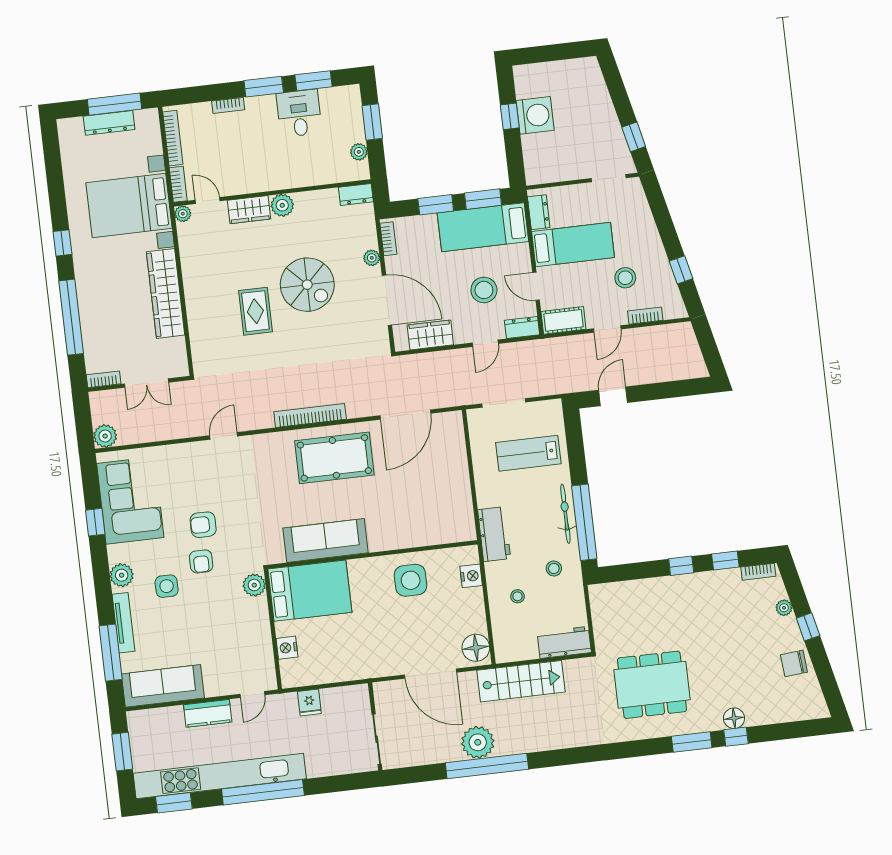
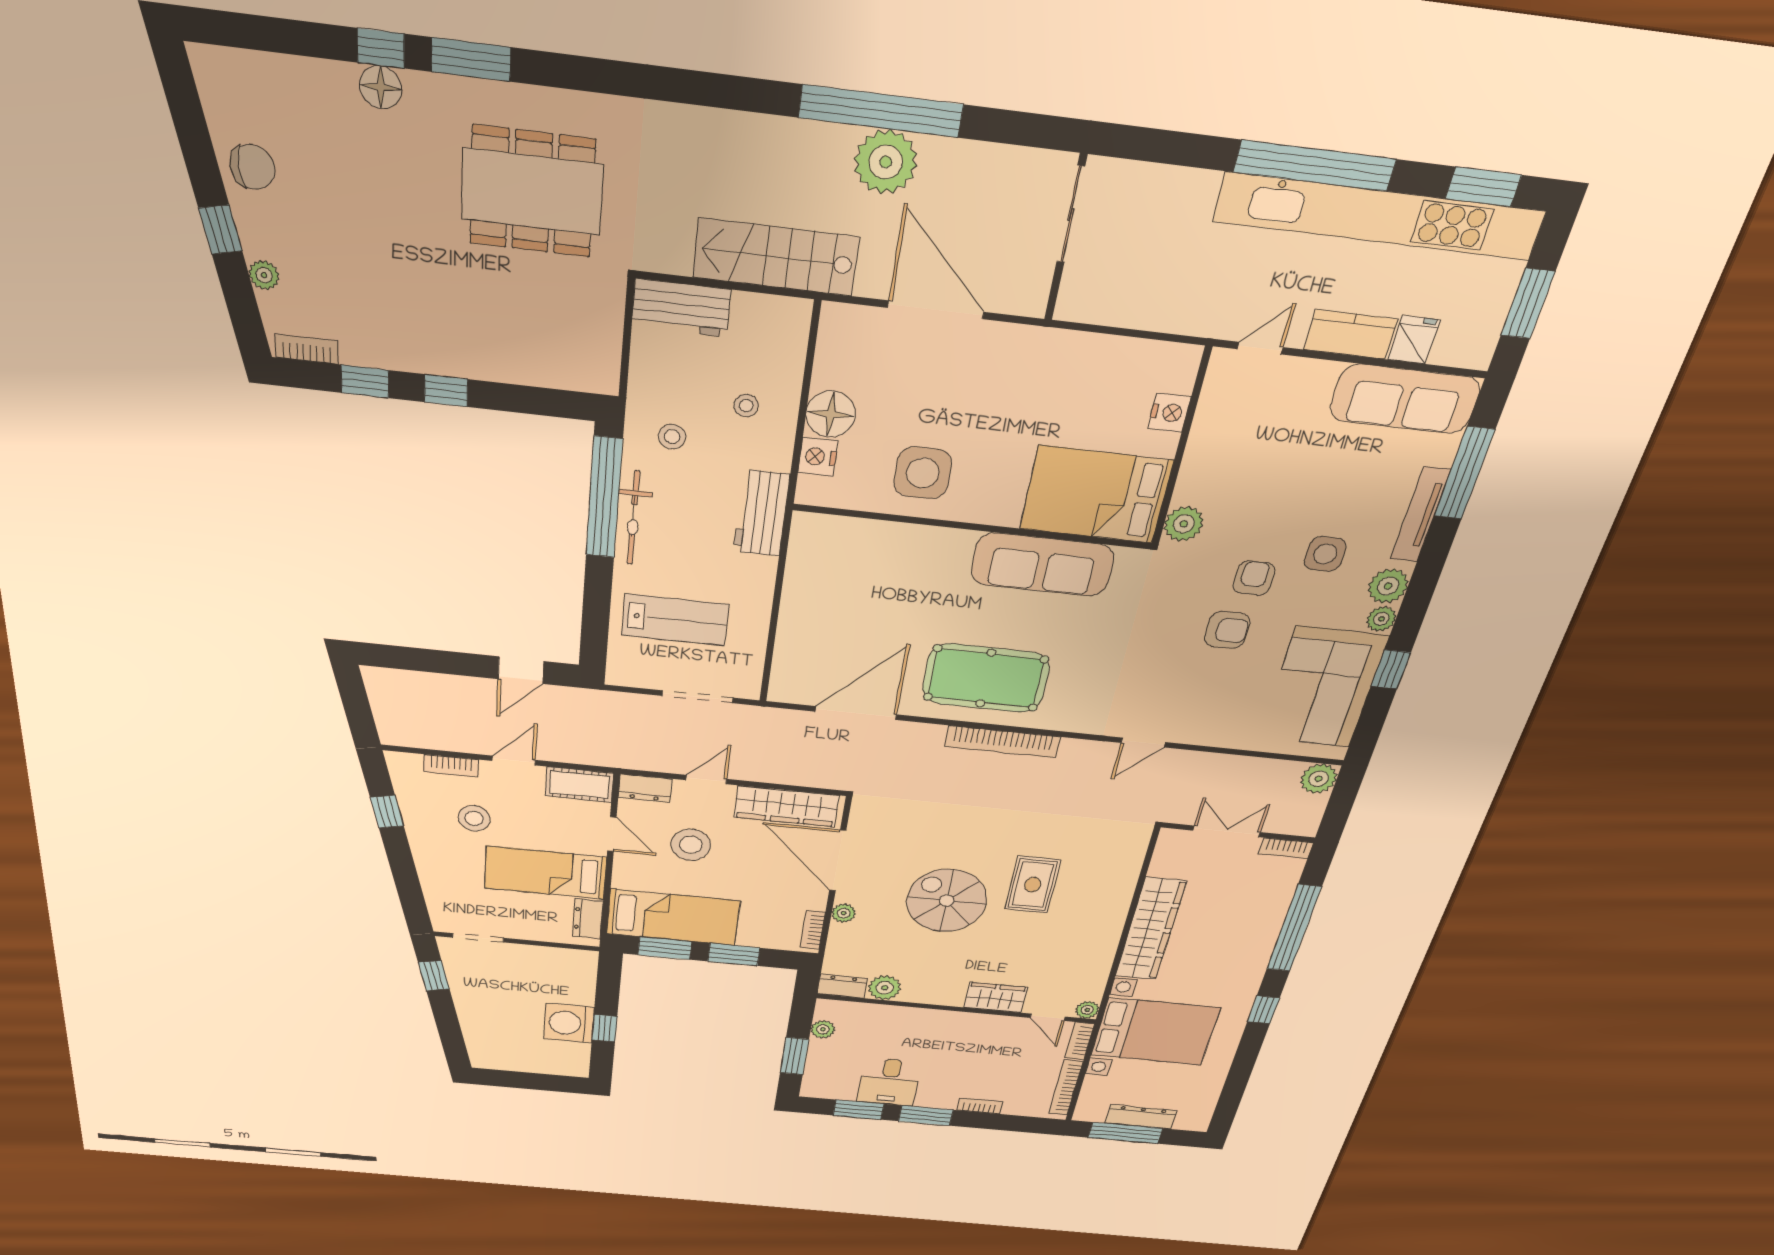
plant: (282, 205) -> (885, 988), moved
wardrobe: (430, 335) -> (786, 806), width x1.50
plant: (116, 554) -> (1381, 619), added
floor lamp: (476, 648) -> (831, 414), moved
fridge: (309, 702) -> (1414, 340), moved

